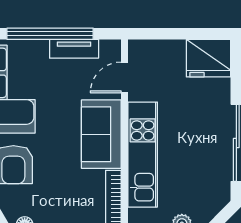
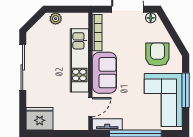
tv unit: (74, 49) -> (107, 124), moved

